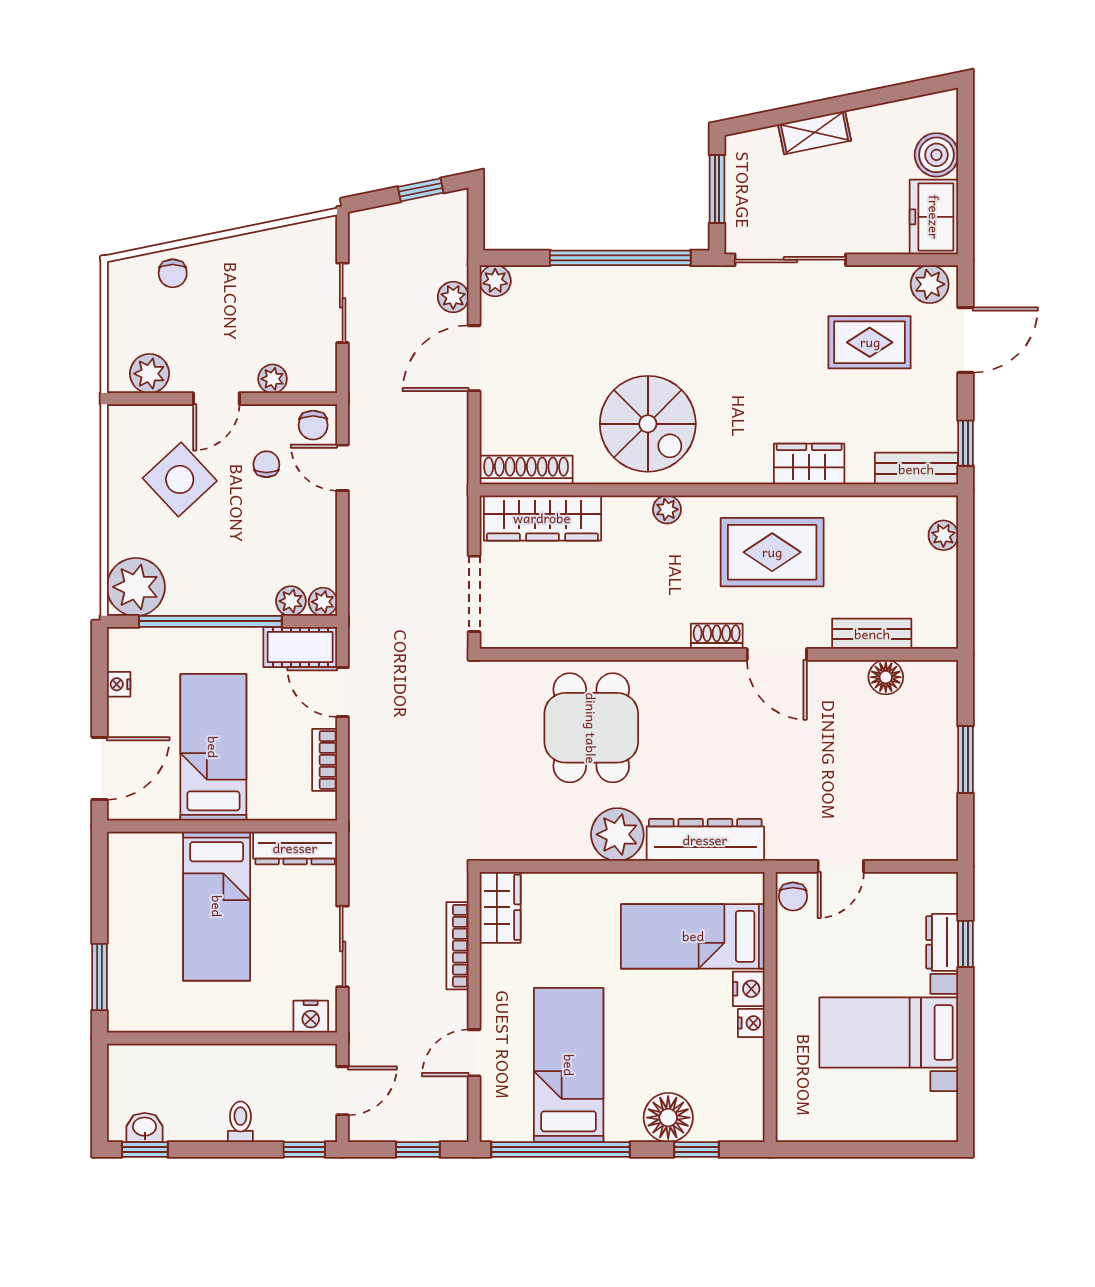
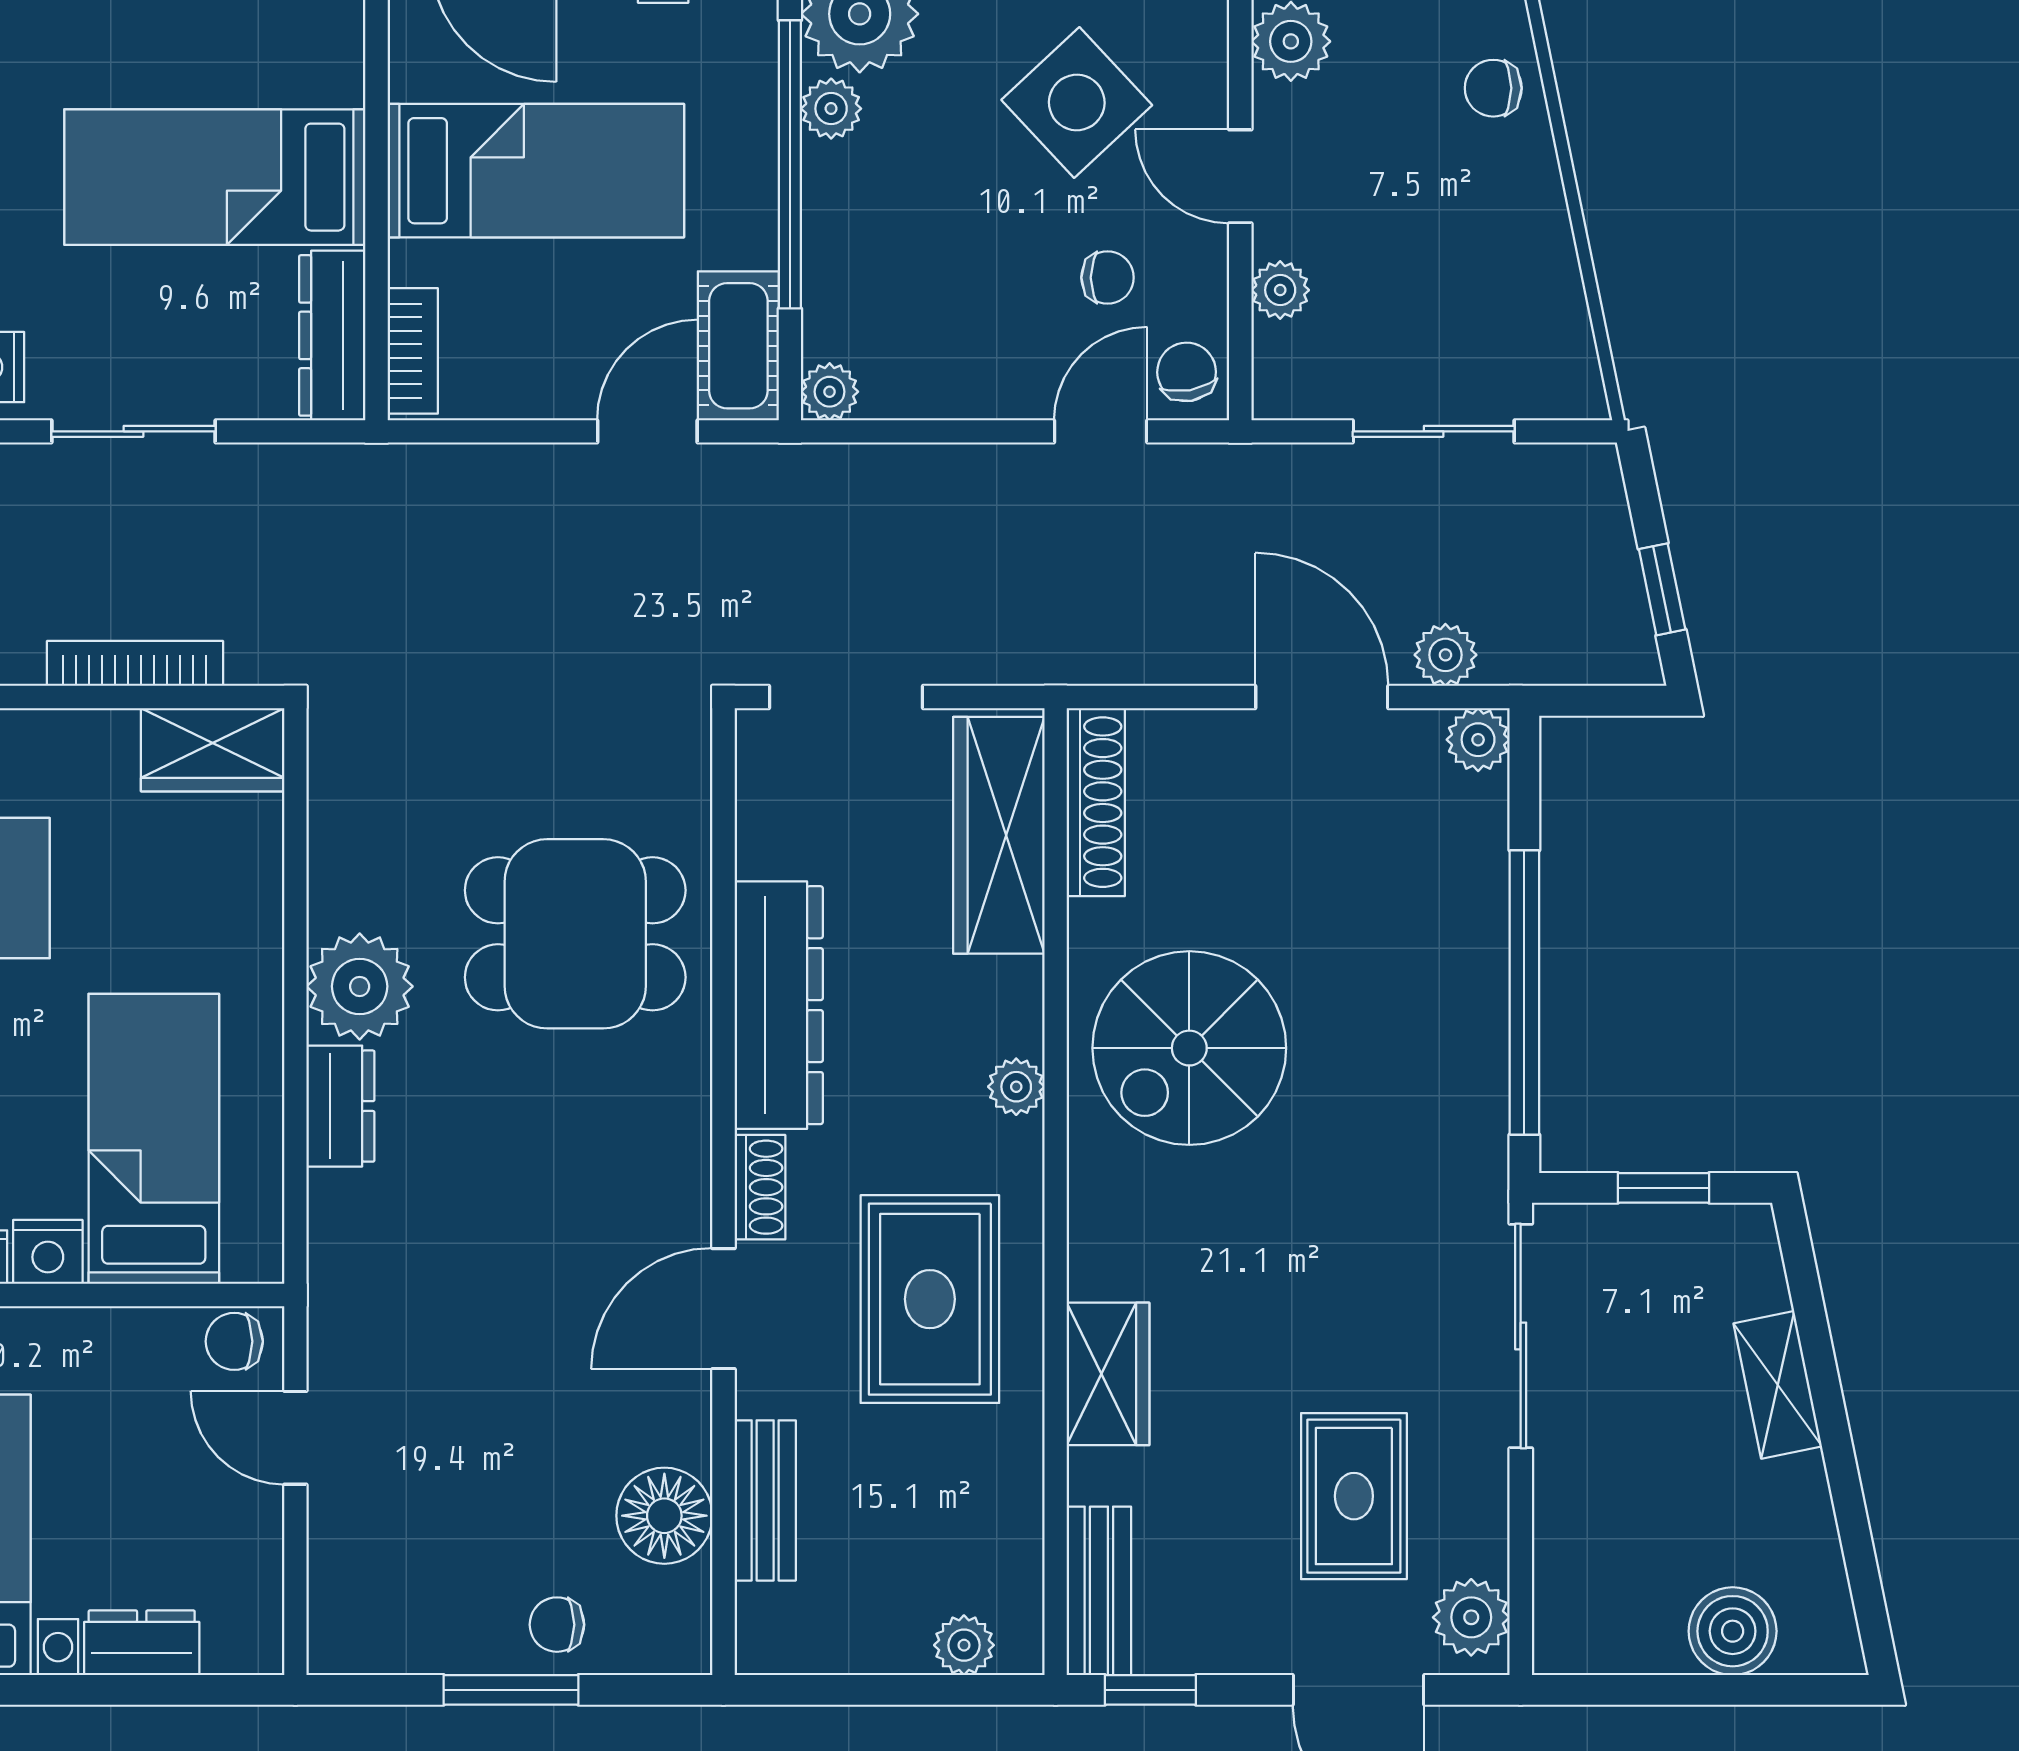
window: (717, 189) -> (1664, 1188), width x0.67
freezer: (934, 217) -> (1607, 1626), removed
chair: (313, 425) -> (1187, 372), turned 80
plant: (291, 601) -> (831, 109), moved
dresser: (627, 627) -> (779, 1005), added
floor lamp: (886, 677) -> (664, 1516), width x1.38, depth x1.38
chair: (933, 737) -> (557, 1625), added
bookcase: (325, 760) -> (413, 351), moved, turned 90
dresser: (705, 840) -> (340, 1106), width x0.51, depth x0.80
window: (966, 944) -> (139, 1690), removed

